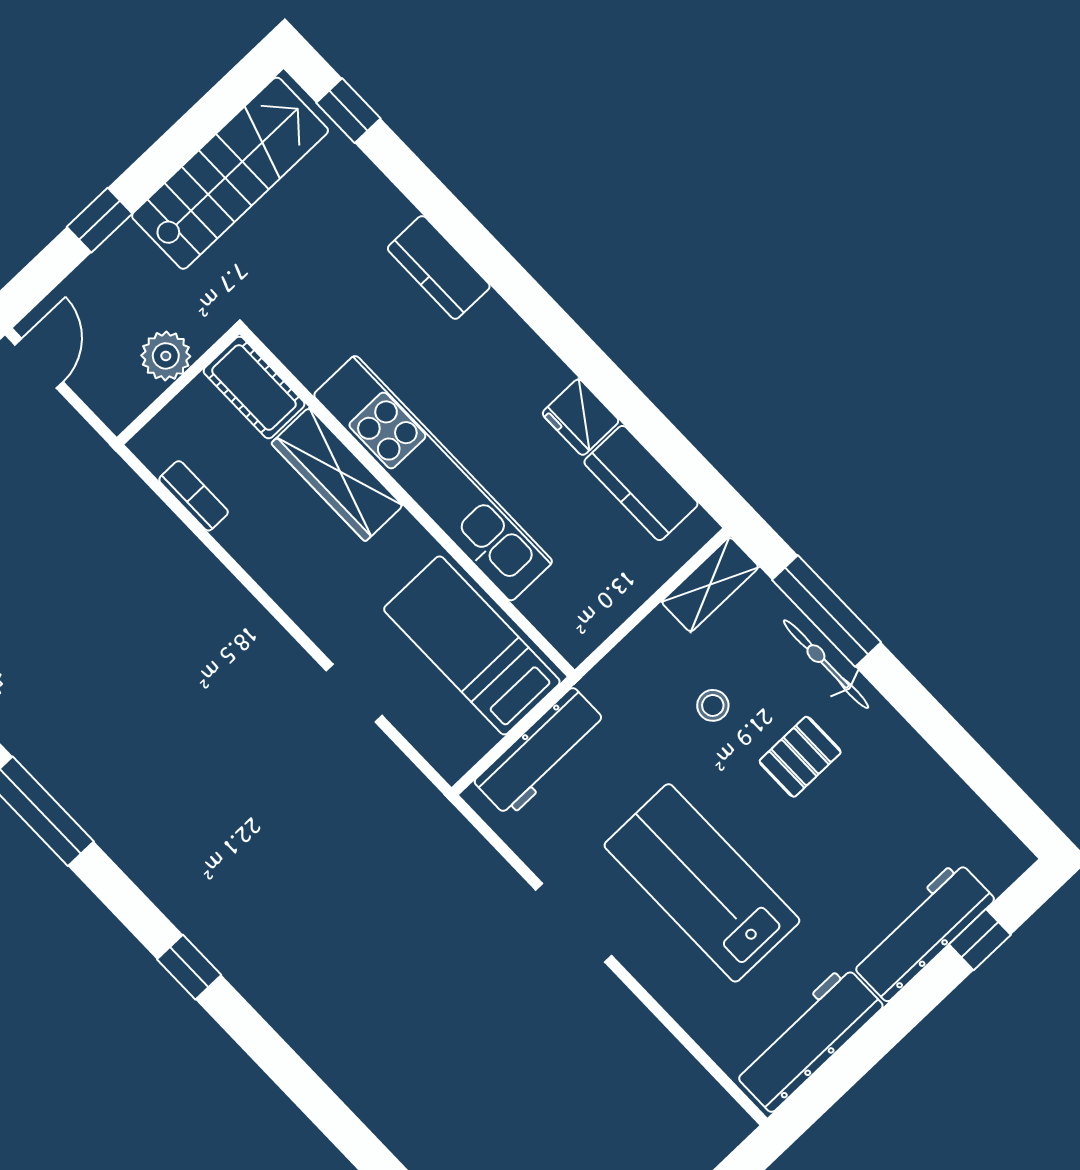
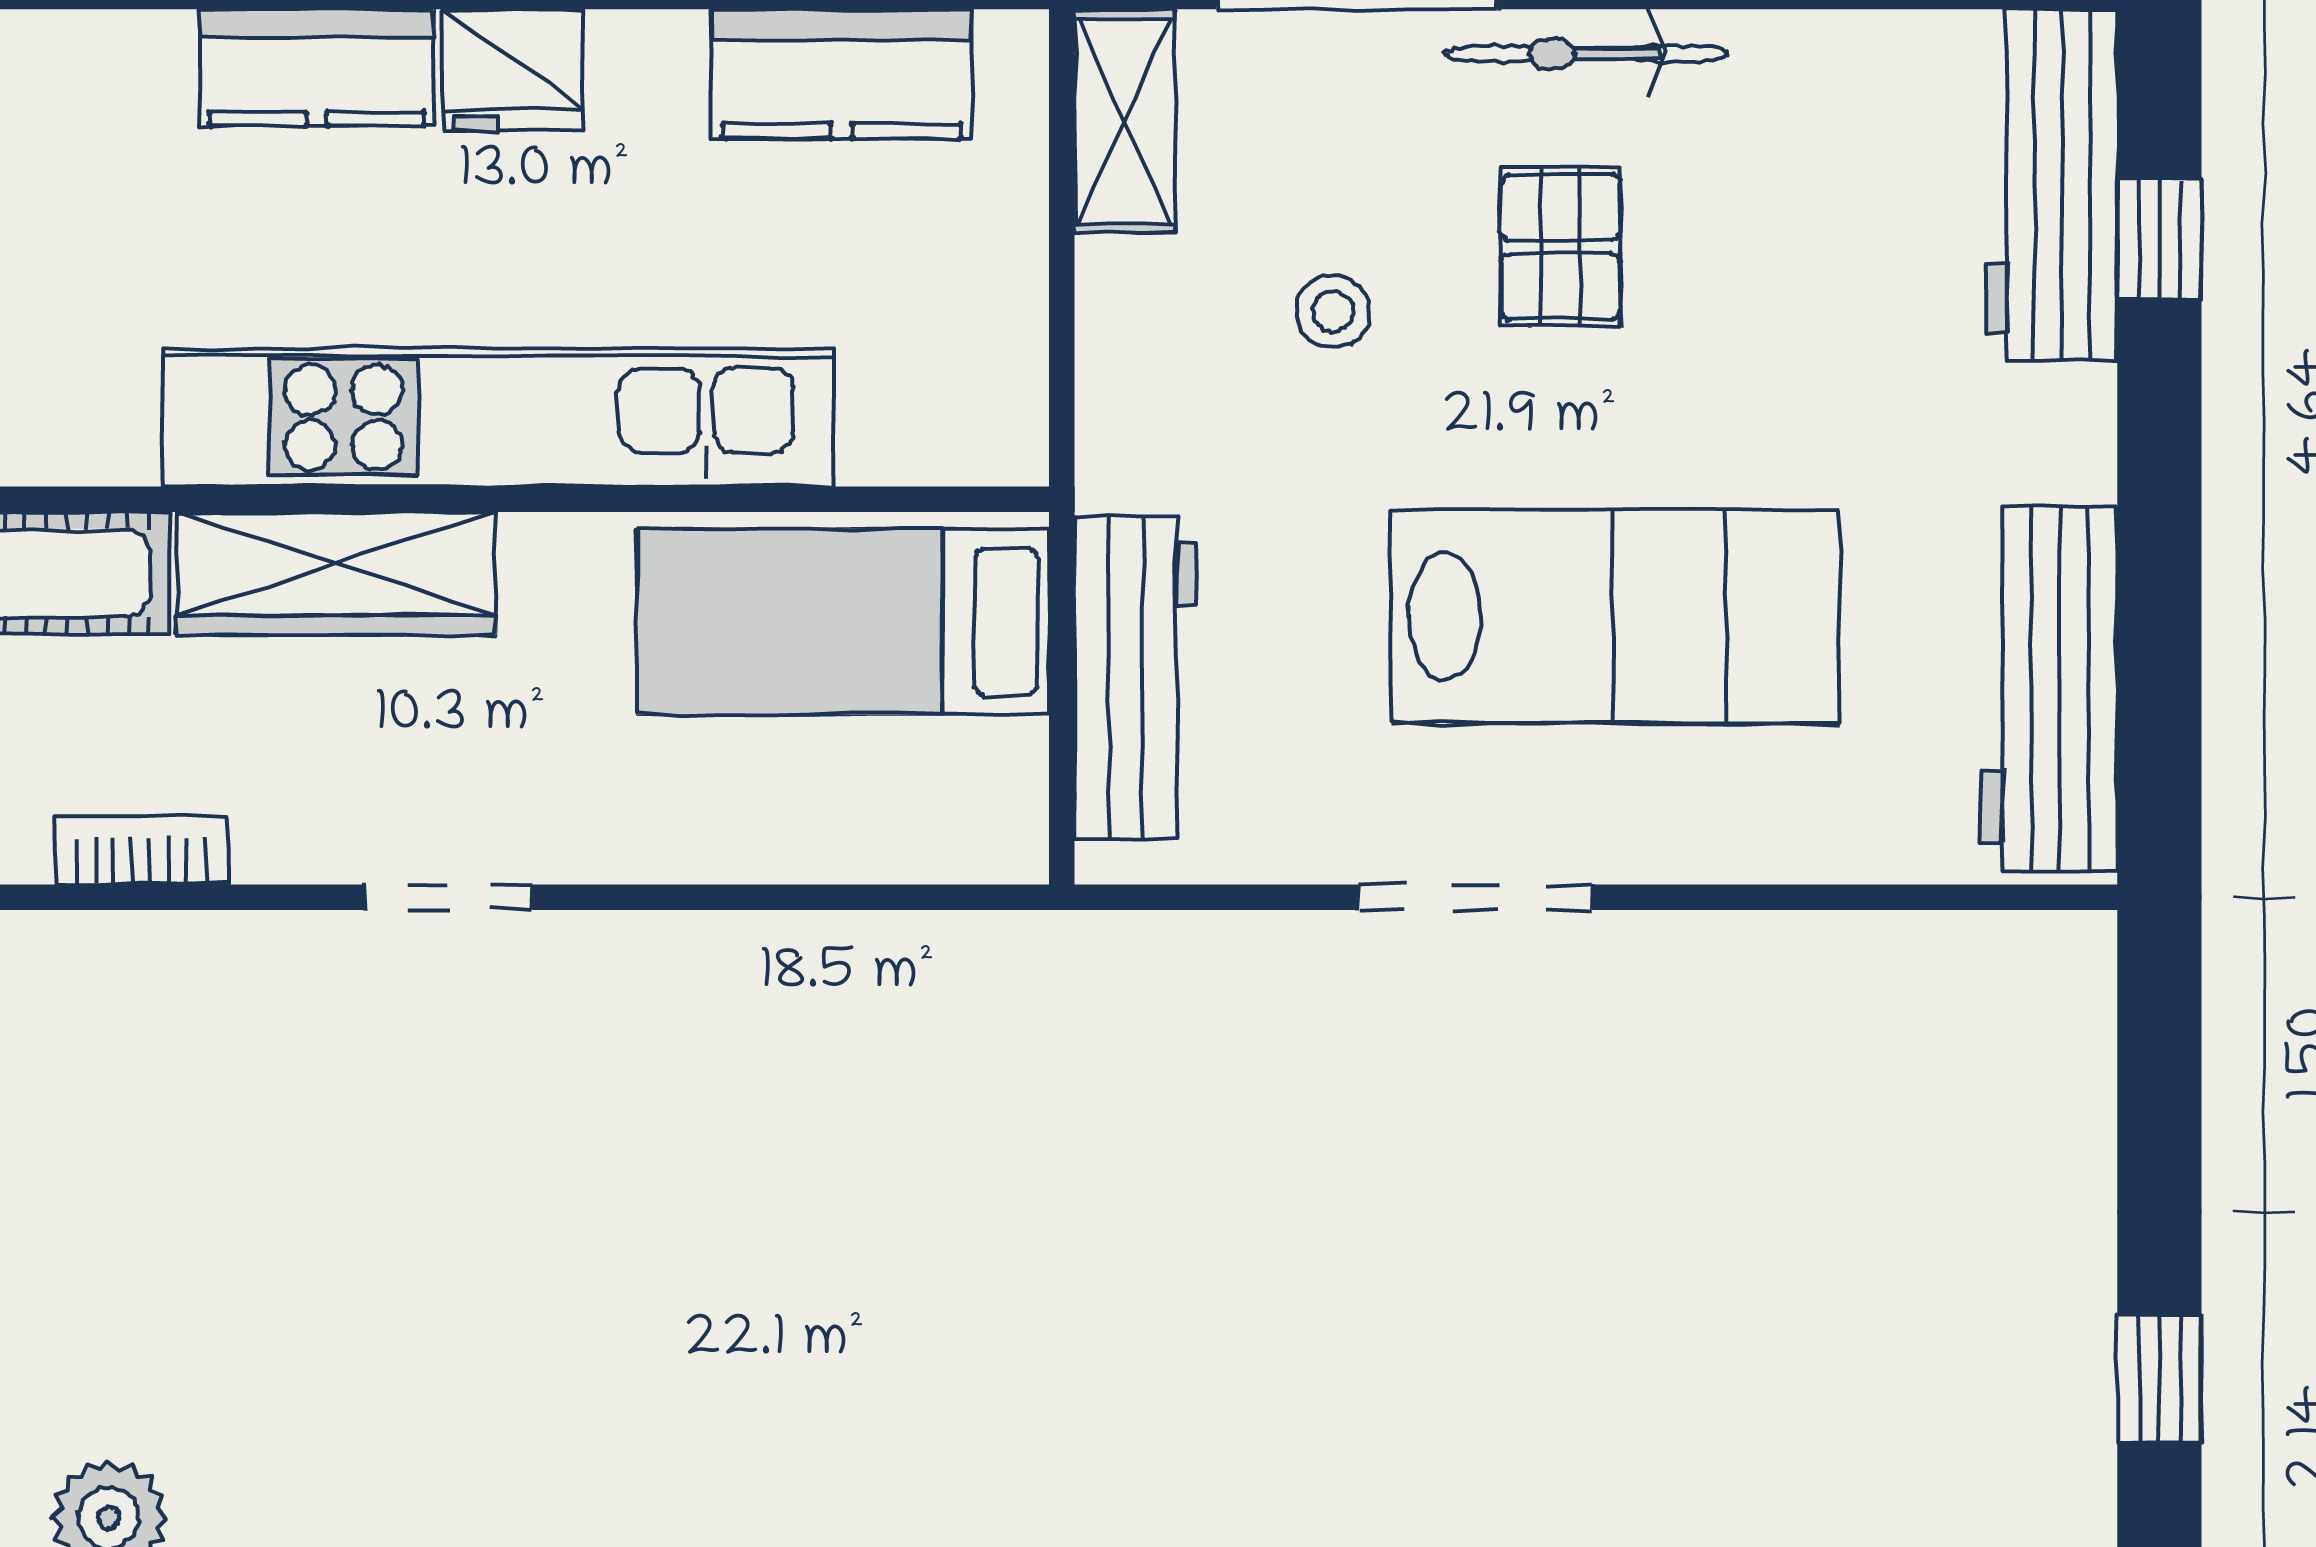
kitchen counter: (439, 267) -> (317, 68), moved
fridge: (581, 417) -> (513, 70), moved
bicycle: (826, 664) -> (1586, 54), moved
doorway: (354, 693) -> (449, 897), moved
lab bench: (702, 883) -> (1615, 616), turned 180
workbench: (922, 931) -> (2051, 185), moved

